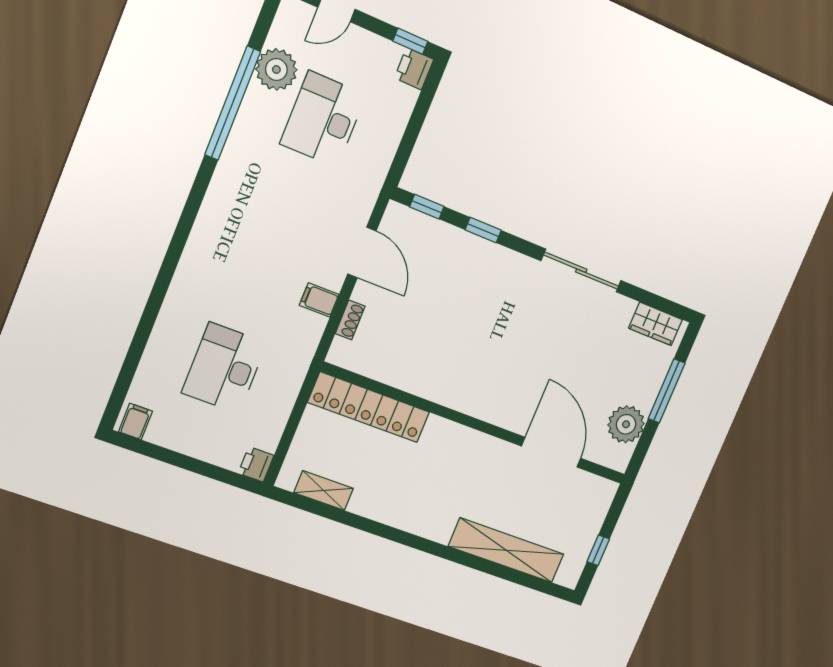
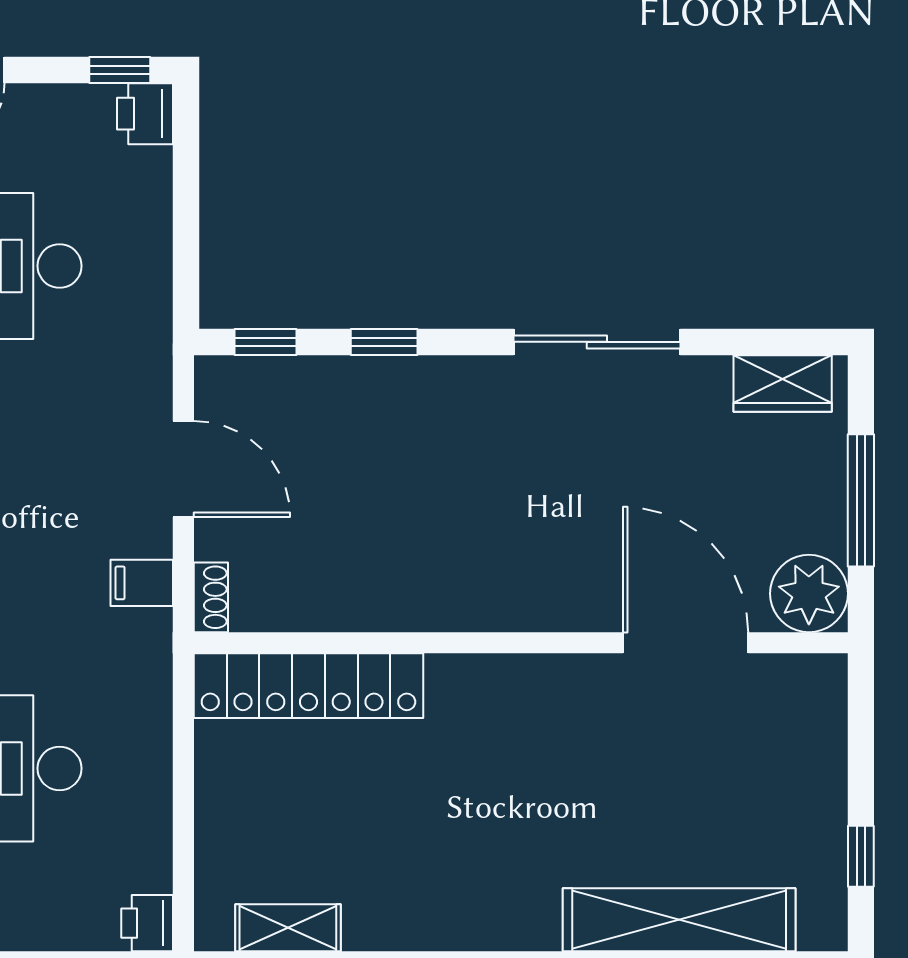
locker: (369, 407) -> (308, 686), moved
wall: (477, 424) -> (521, 643), moved
door: (551, 452) -> (686, 643), moved

